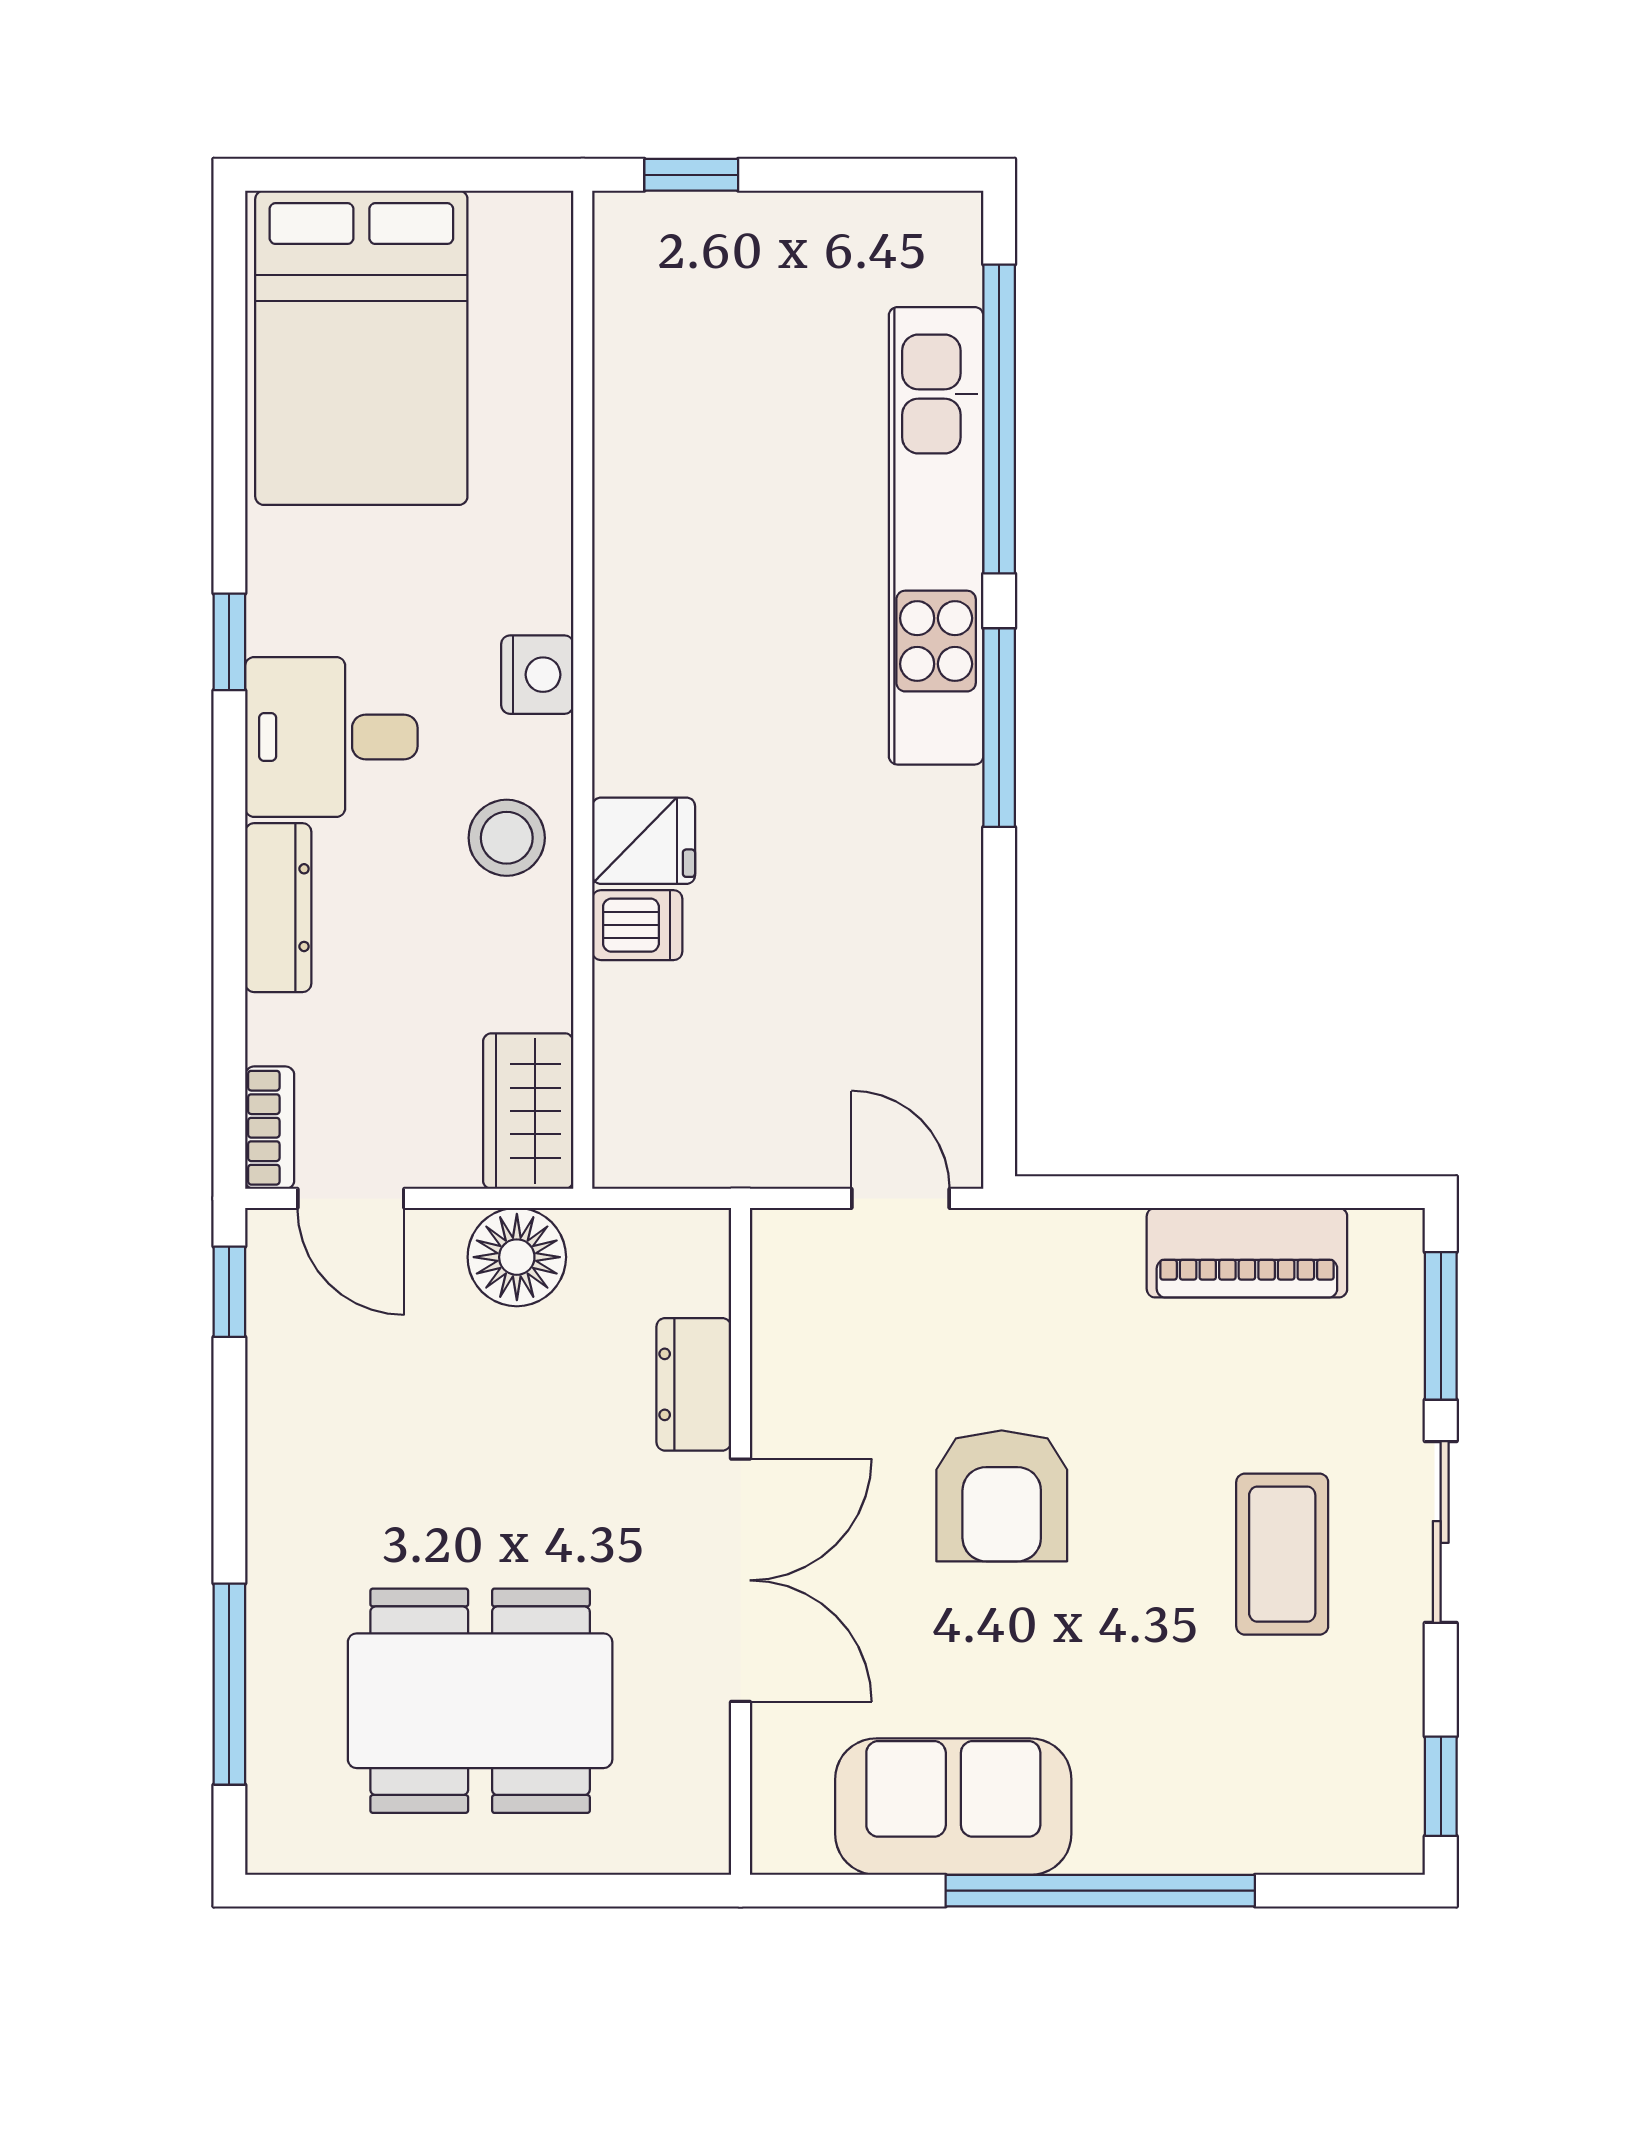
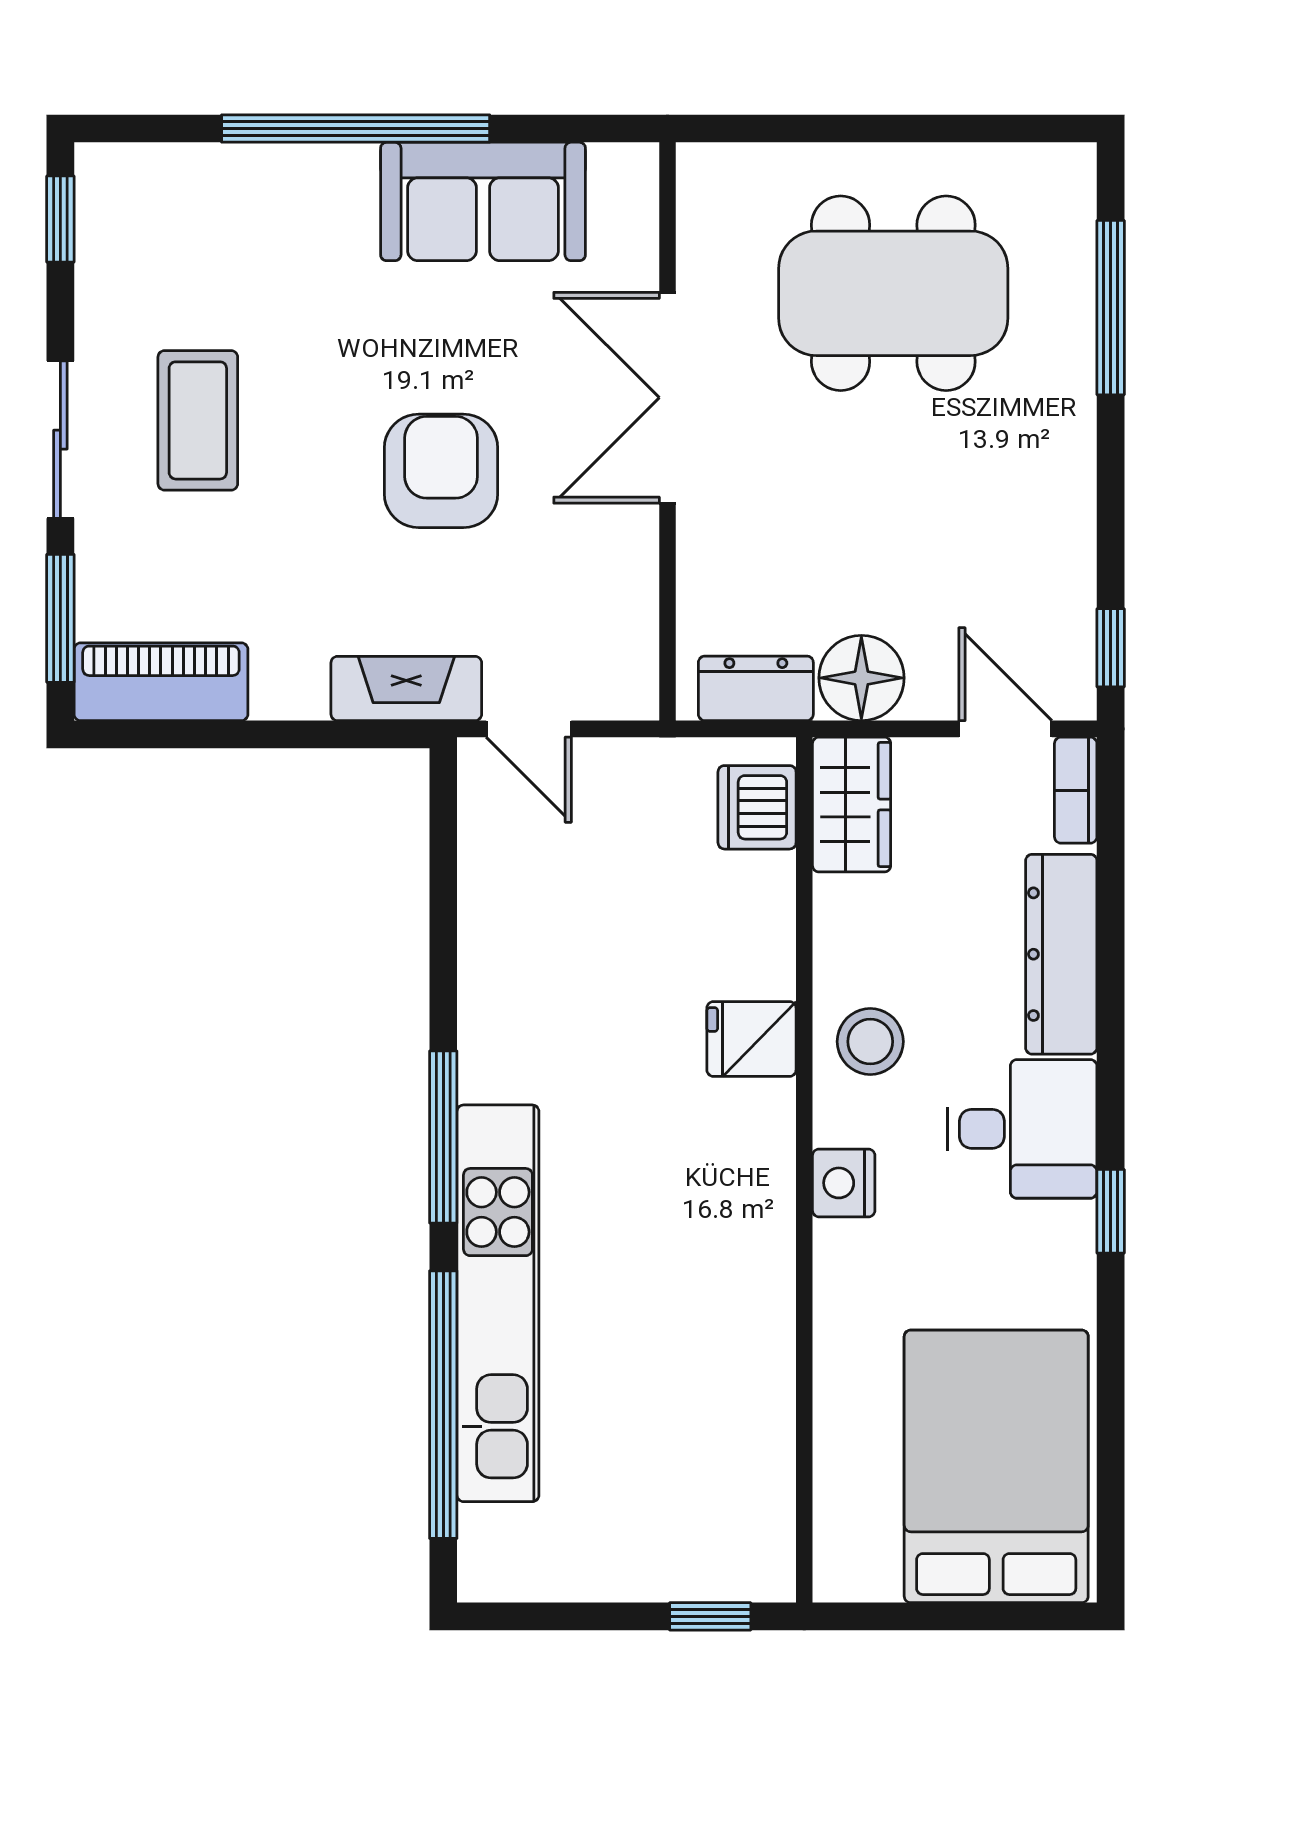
dresser: (278, 908) -> (1061, 954), width x1.37, depth x1.24
dishwasher: (637, 925) -> (757, 807), moved, width x1.38
fireplace: (1042, 1245) -> (406, 688), added
piano: (1247, 1253) -> (161, 682), moved
dresser: (694, 1384) -> (756, 688), moved, turned -90

